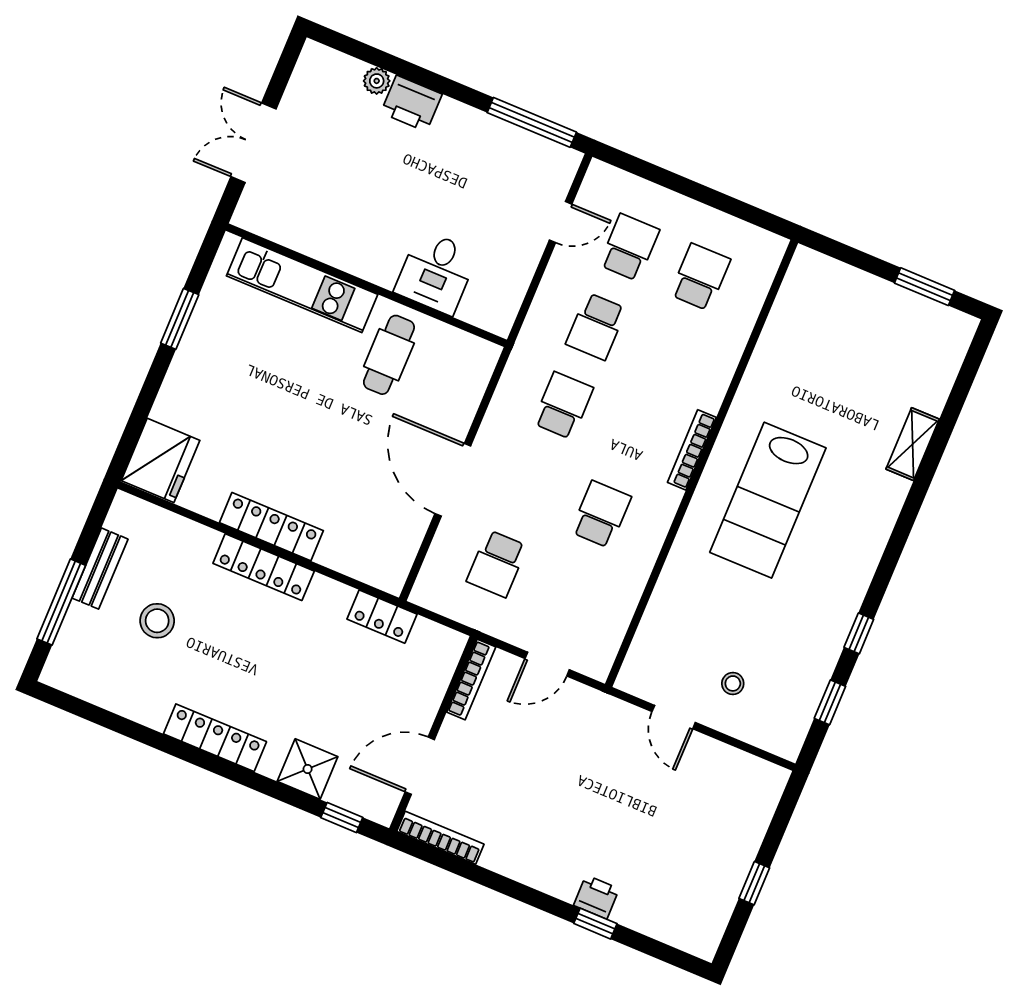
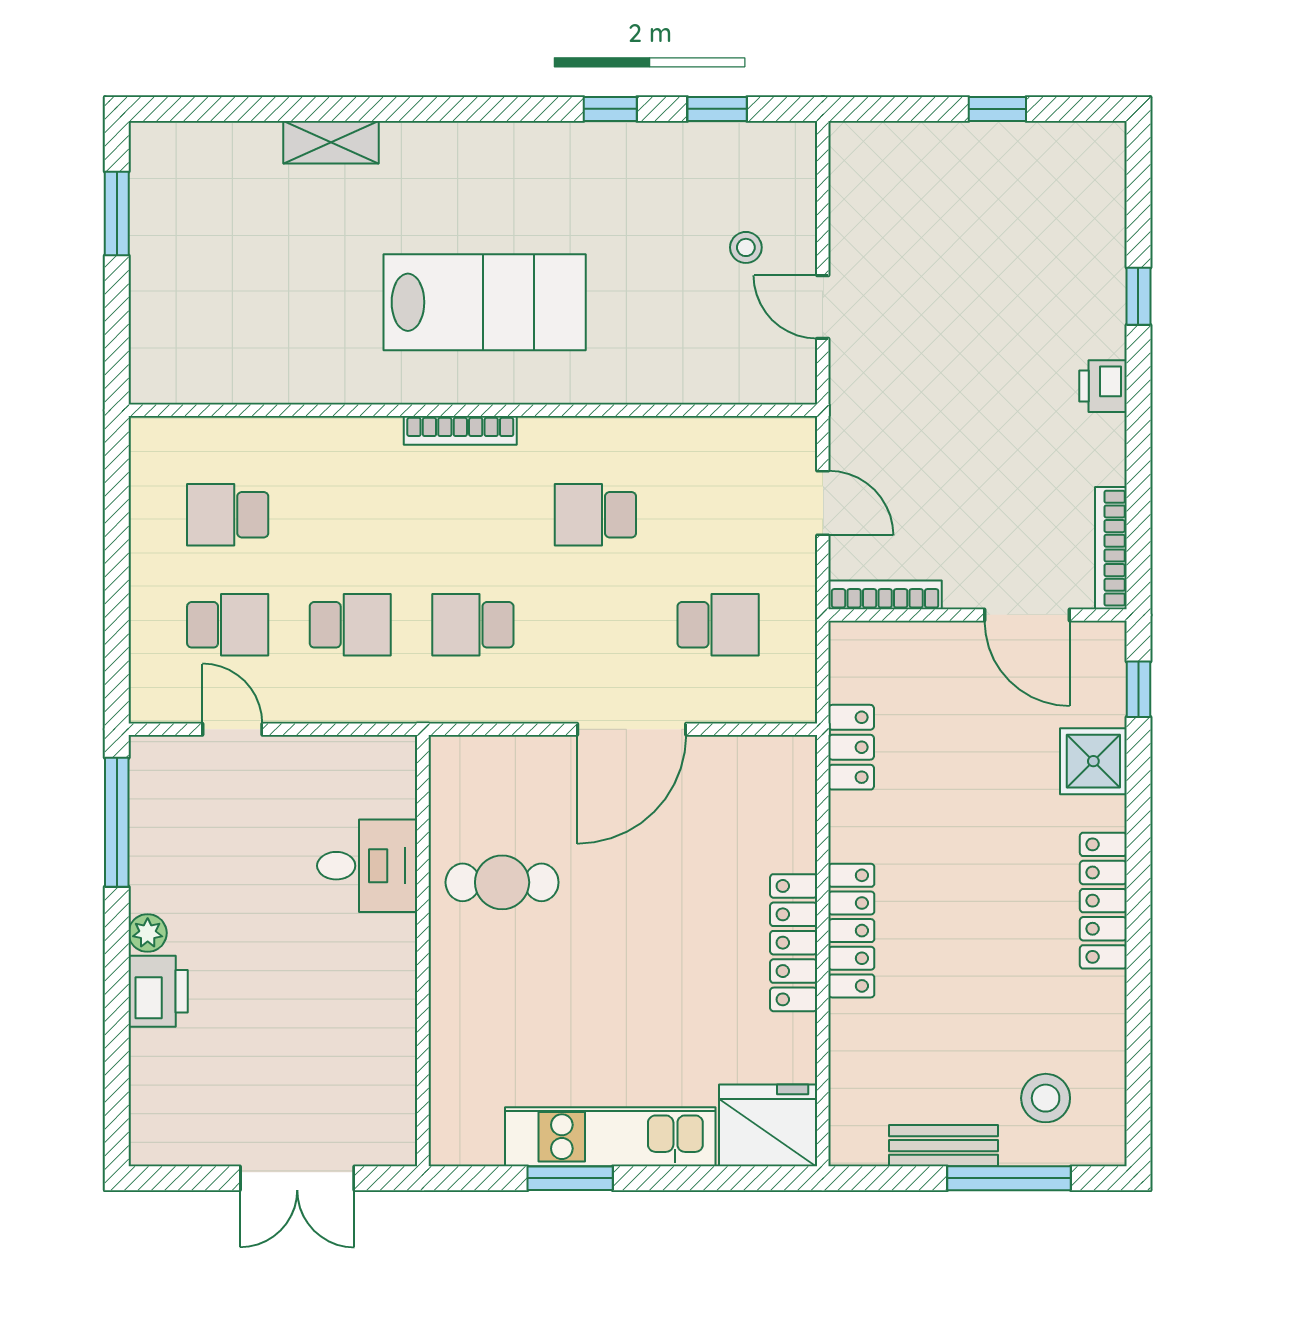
plant: (377, 81) -> (148, 933), moved
school desk: (629, 247) -> (228, 625), turned 180
kitchen unit: (302, 285) -> (610, 1137), moved, turned -90
stool: (157, 621) -> (1046, 1098), moved
door: (674, 717) -> (823, 307), swing flipped
printer: (596, 897) -> (1103, 386), moved

